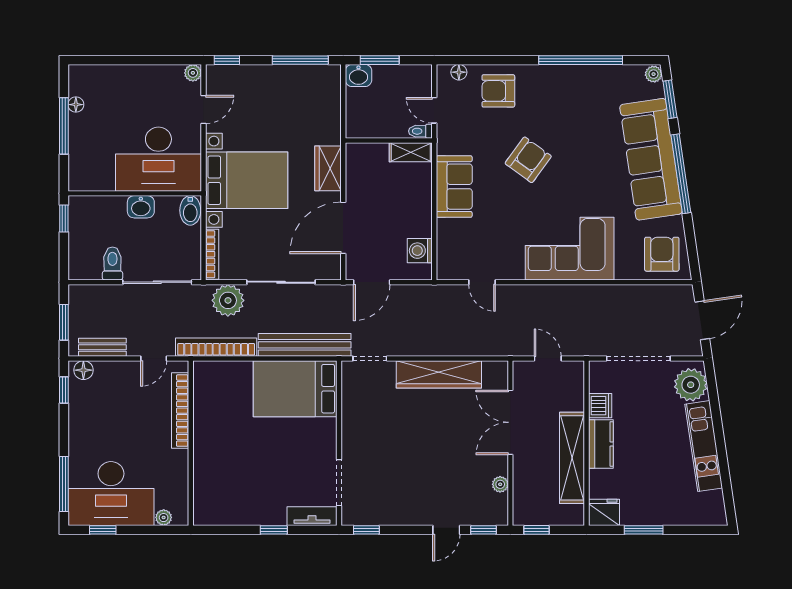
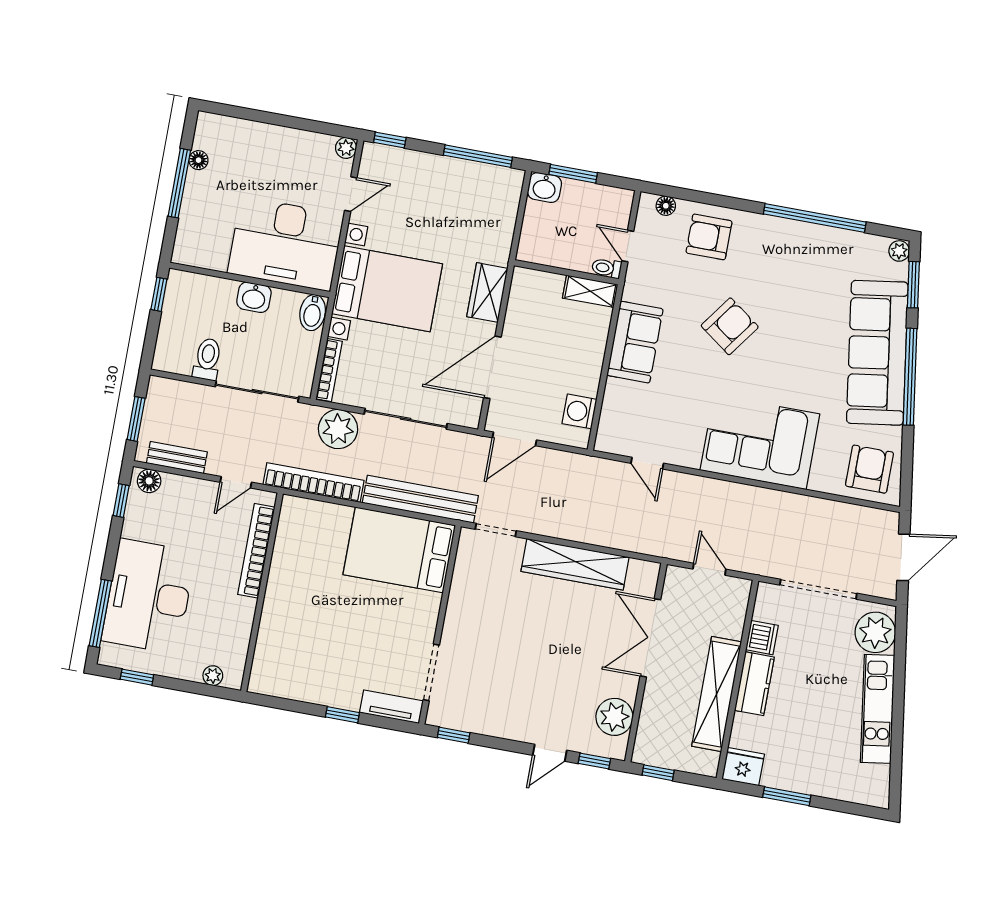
plant: (500, 484) -> (614, 717), width x1.88, depth x1.88
desk: (111, 494) -> (149, 596), moved, turned 90

